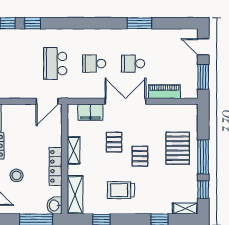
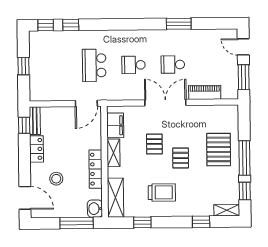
filing cabinet: (90, 112) -> (115, 125), moved, turned -90
trolley: (121, 190) -> (162, 192), turned 180

